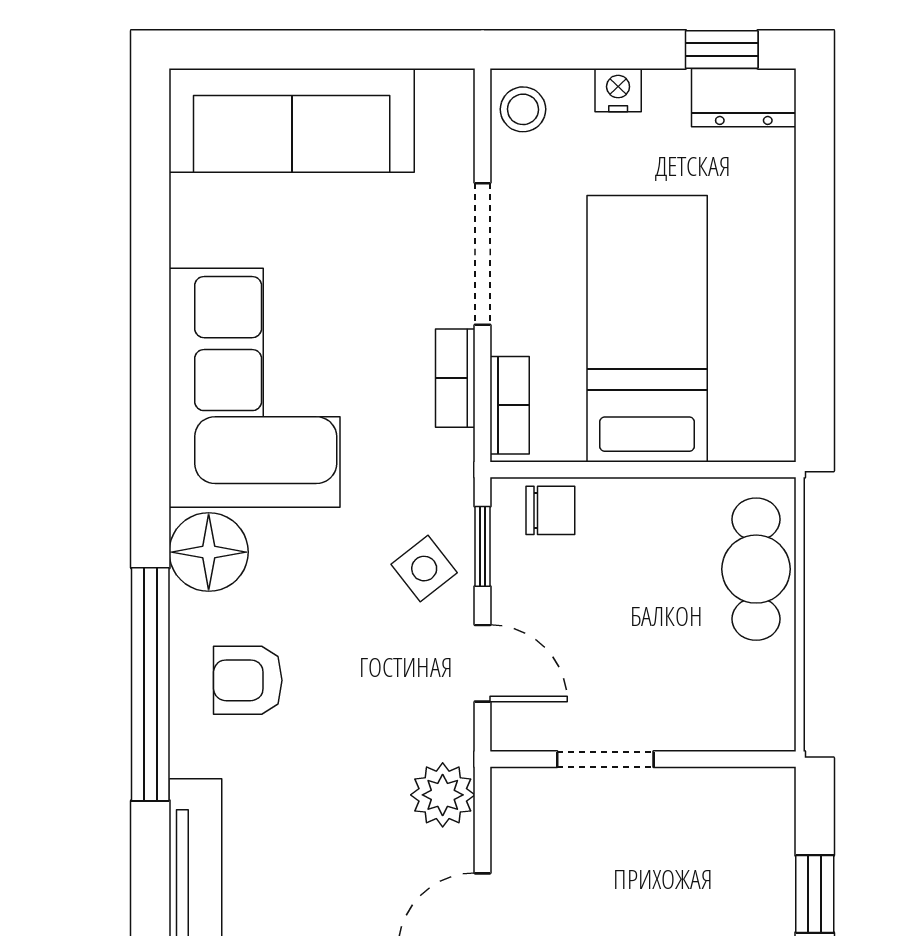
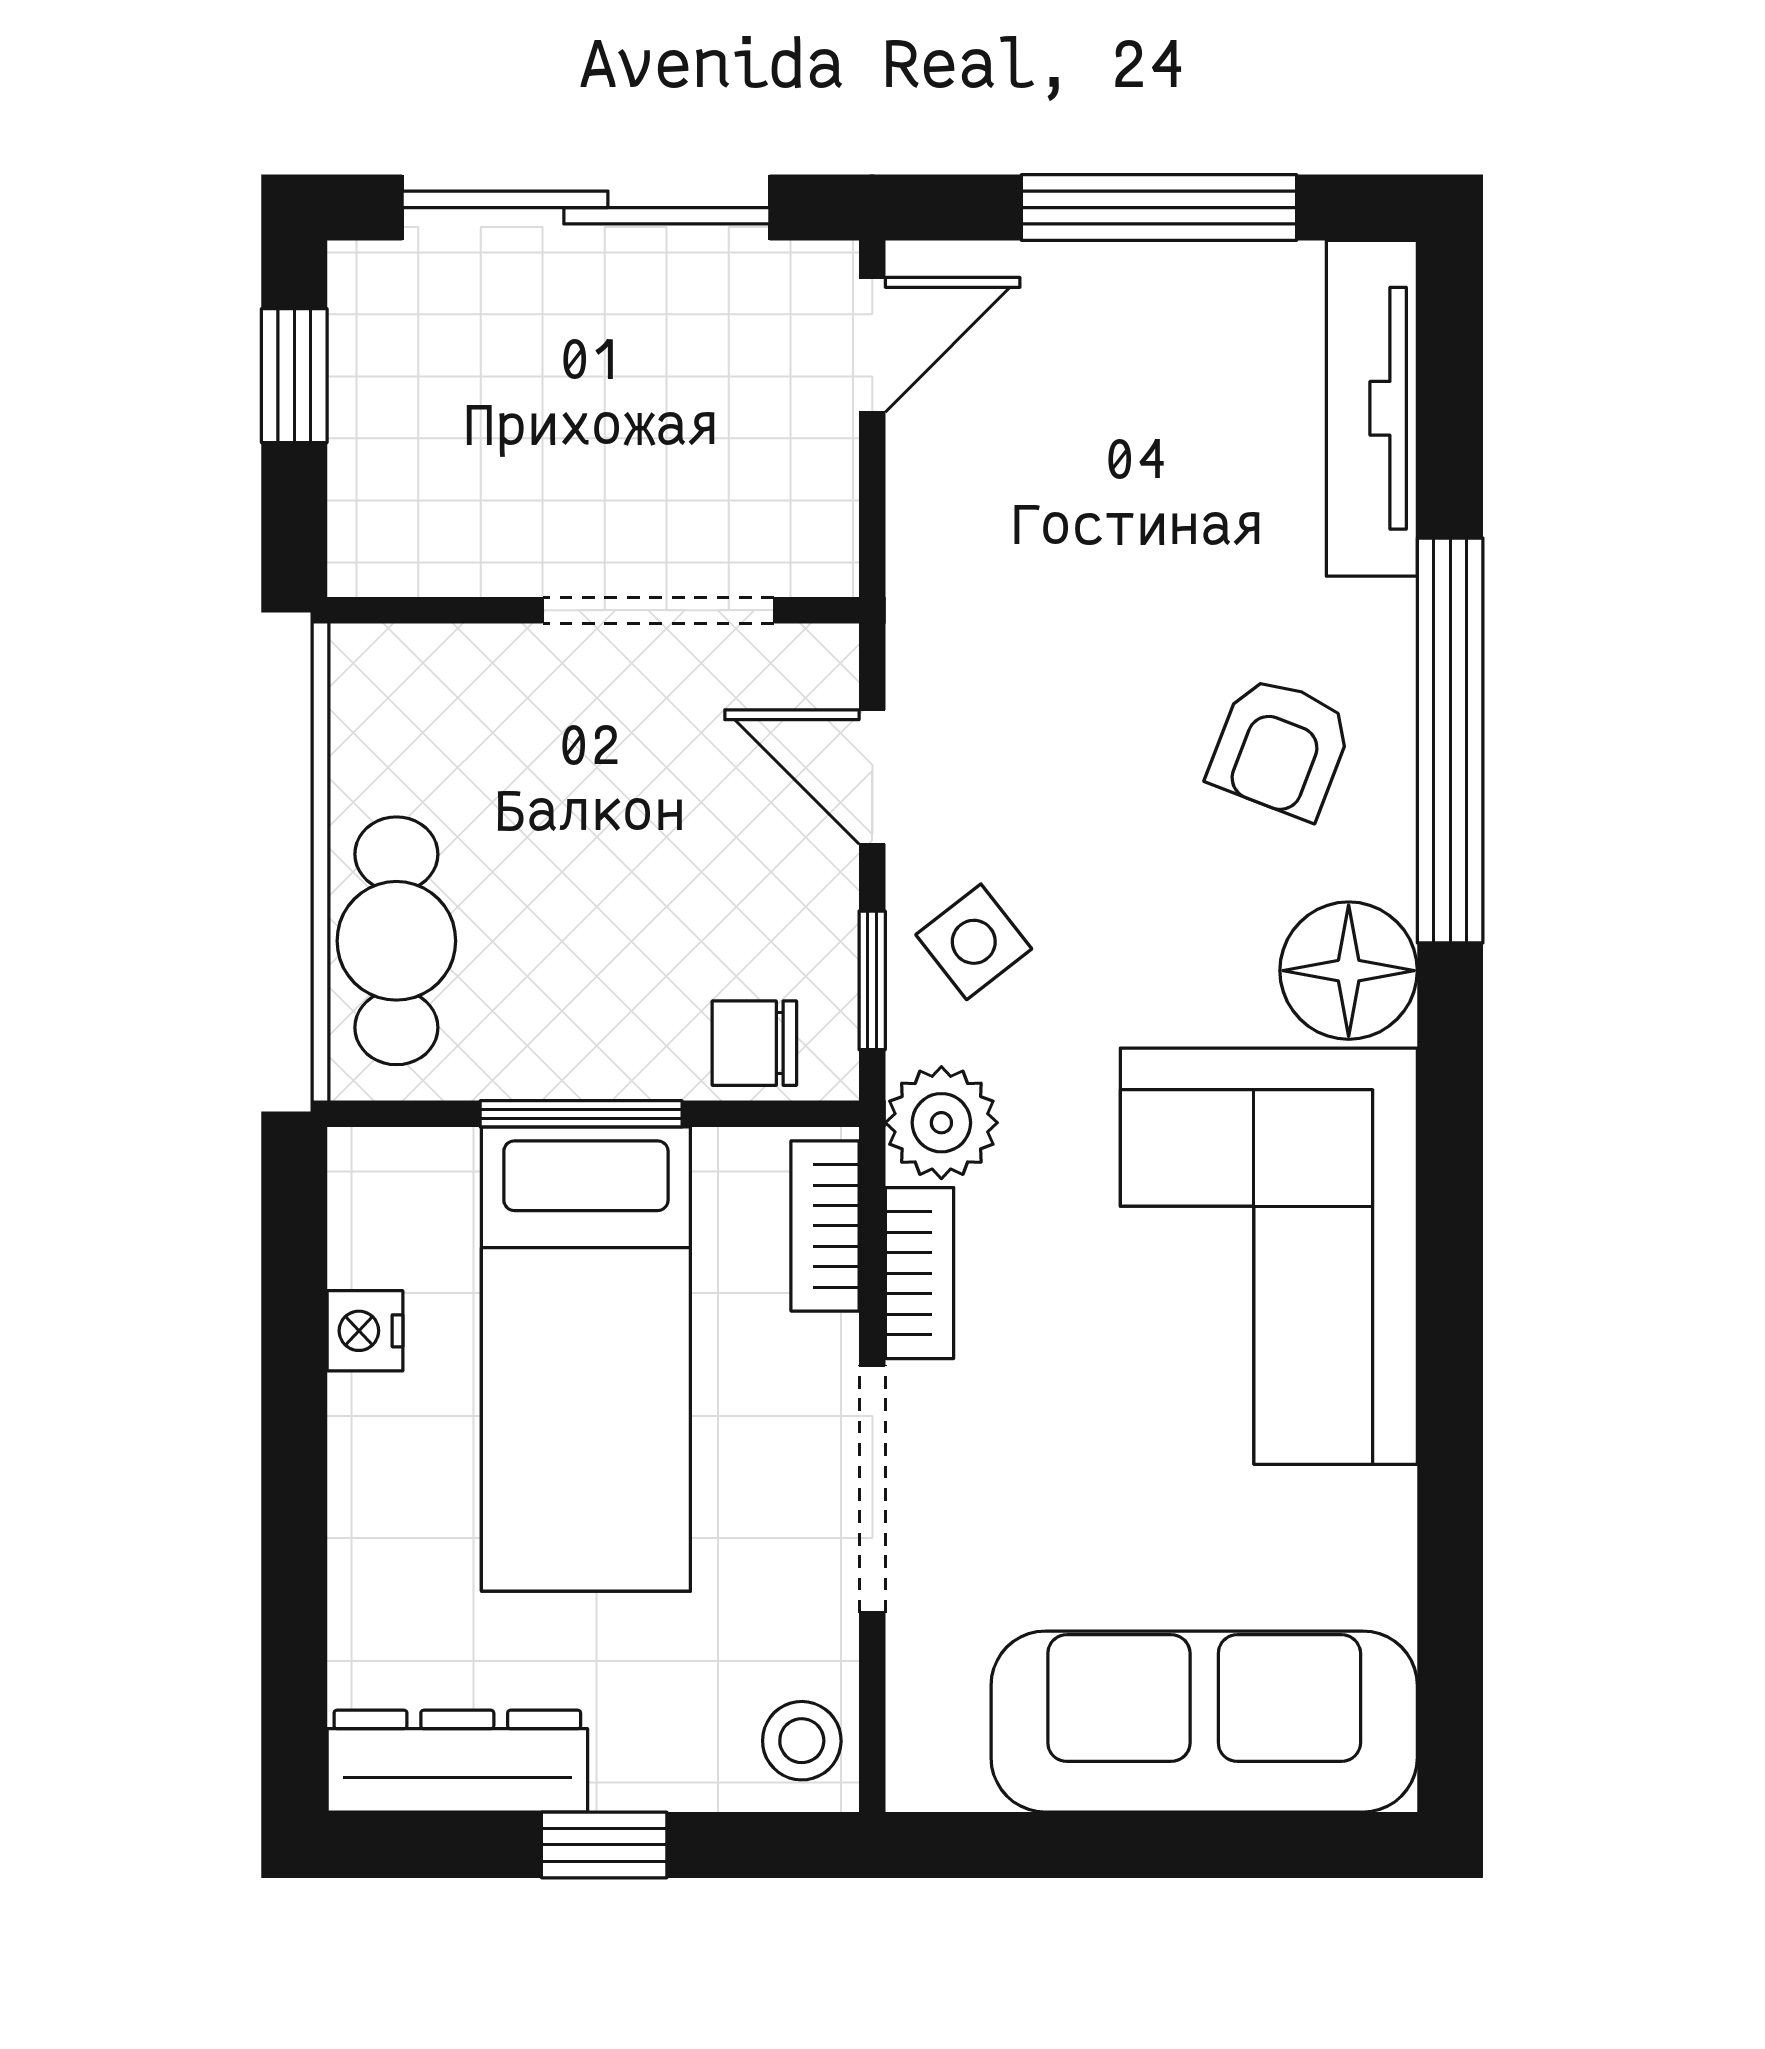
window: (722, 49) -> (604, 1845), moved
nightstand: (618, 90) -> (365, 1331), moved, turned 90
dresser: (744, 98) -> (457, 1761), width x1.44
window: (650, 470) -> (581, 1114), added
armchair: (248, 680) -> (1280, 747), turned 111
doorway: (605, 759) -> (658, 610), width x1.38
plant: (443, 795) -> (941, 1123), moved

